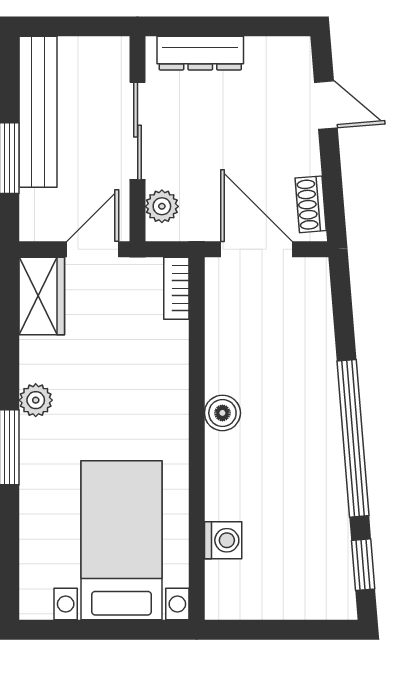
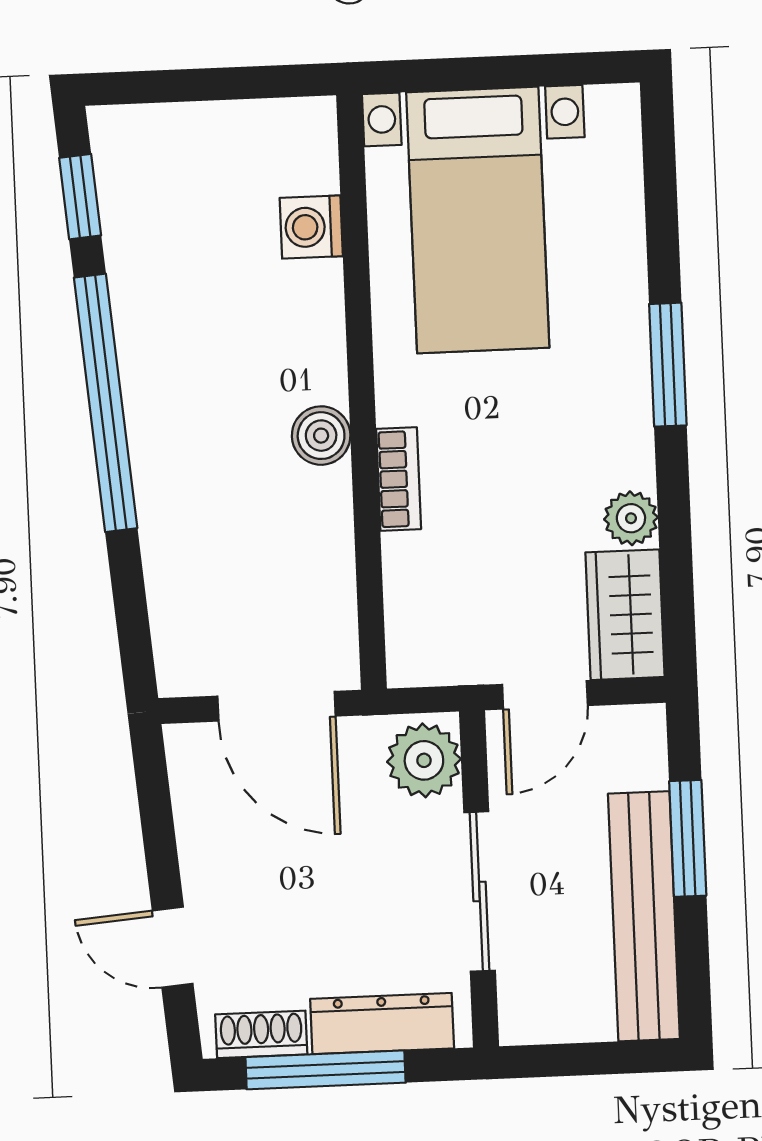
window: (236, 26) -> (326, 1070), added
shoe rack: (311, 204) -> (261, 1034), moved, turned -85
plant: (162, 206) -> (424, 760), width x1.38, depth x1.38
bookcase: (176, 288) -> (399, 479), moved
plant: (36, 400) -> (631, 518), moved

